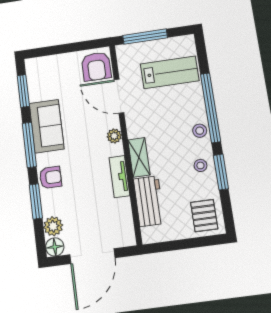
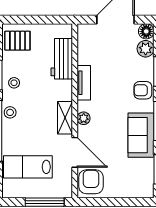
shelving: (139, 157) -> (65, 118), moved
pallet: (204, 216) -> (17, 41), turned 90

